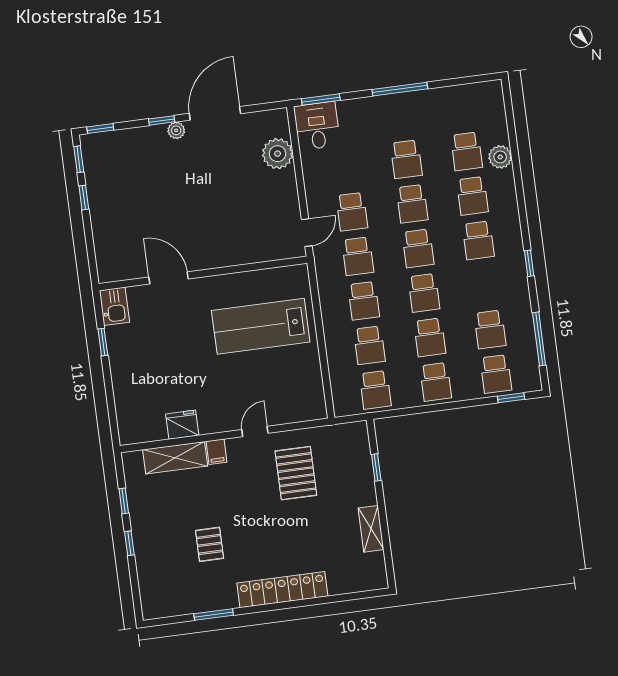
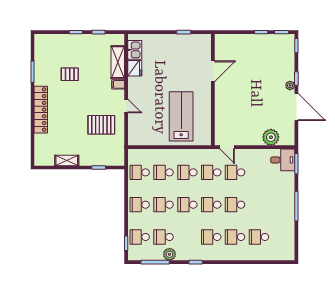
plant: (500, 157) -> (170, 254), moved
school desk: (406, 159) -> (259, 205), removed
kitchen sink: (114, 306) -> (135, 50), moved, turned -90

